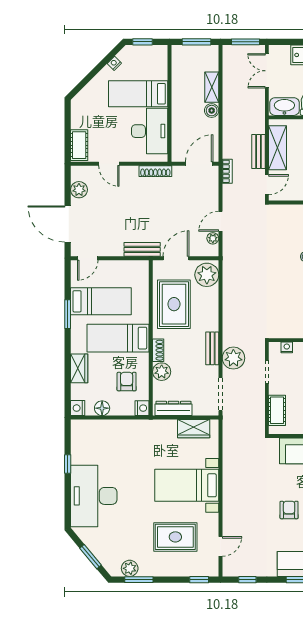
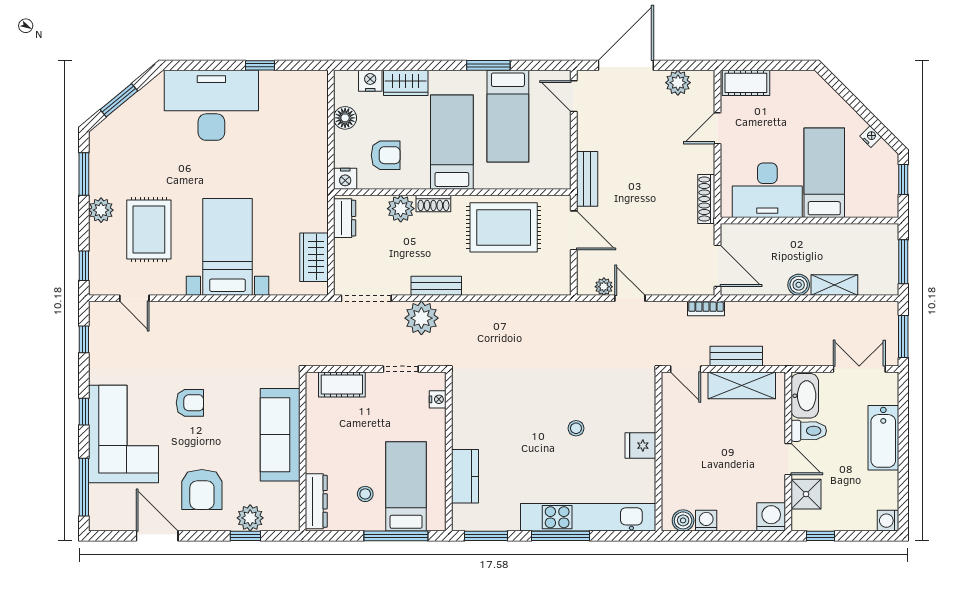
plant: (207, 275) -> (548, 277), removed
nightstand: (78, 408) -> (370, 81), moved
dresser: (173, 408) -> (345, 218), width x0.70
plant: (130, 568) -> (101, 210), moved

